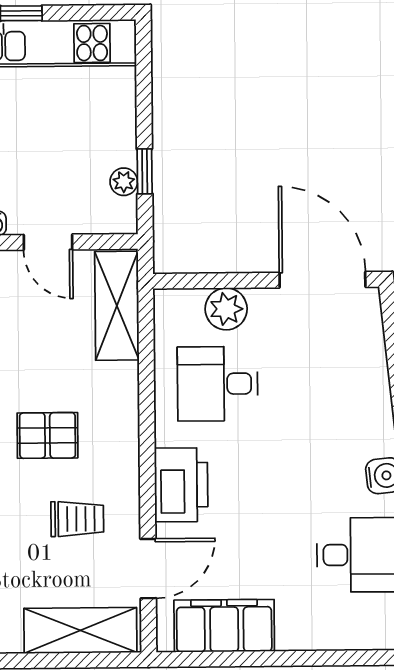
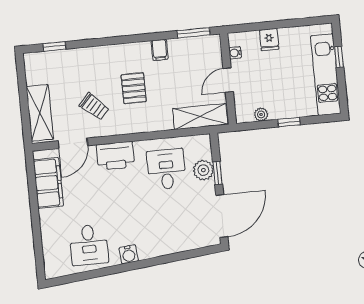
window: (145, 171) -> (289, 122), moved
window: (235, 281) -> (218, 173), added
trolley: (77, 519) -> (94, 106), turned -48
door: (148, 569) -> (73, 143), hinge flipped

